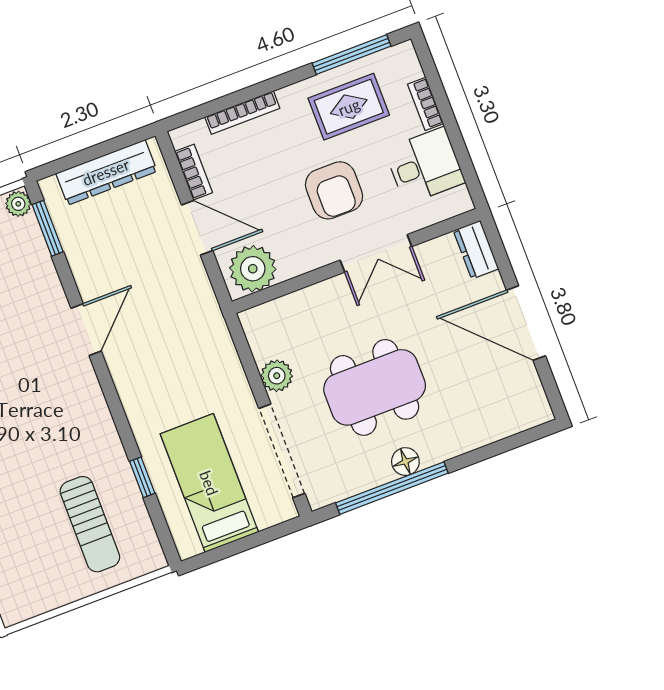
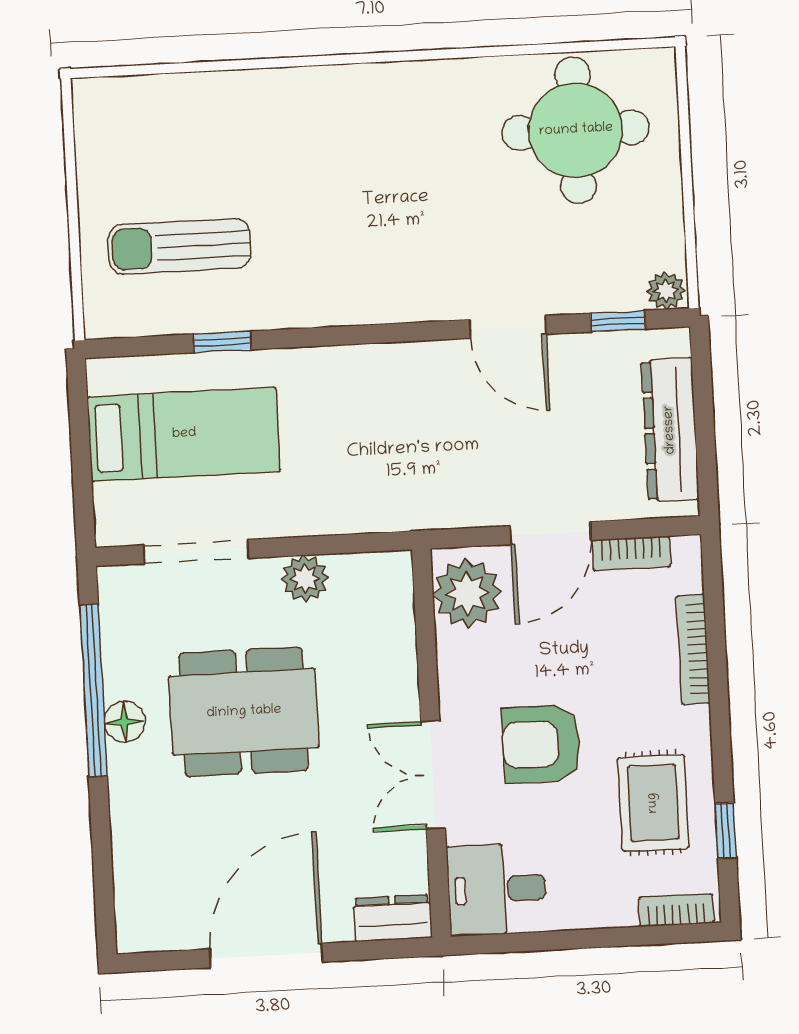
window: (352, 55) -> (726, 831), width x0.46
bookcase: (426, 104) -> (676, 910), moved
desk: (425, 166) -> (497, 889), moved, turned 90
window: (48, 228) -> (618, 321), width x0.67
door: (86, 330) -> (508, 327), moved
dining table: (375, 387) -> (244, 712), turned 90
doorway: (282, 451) -> (196, 552), width x0.73

